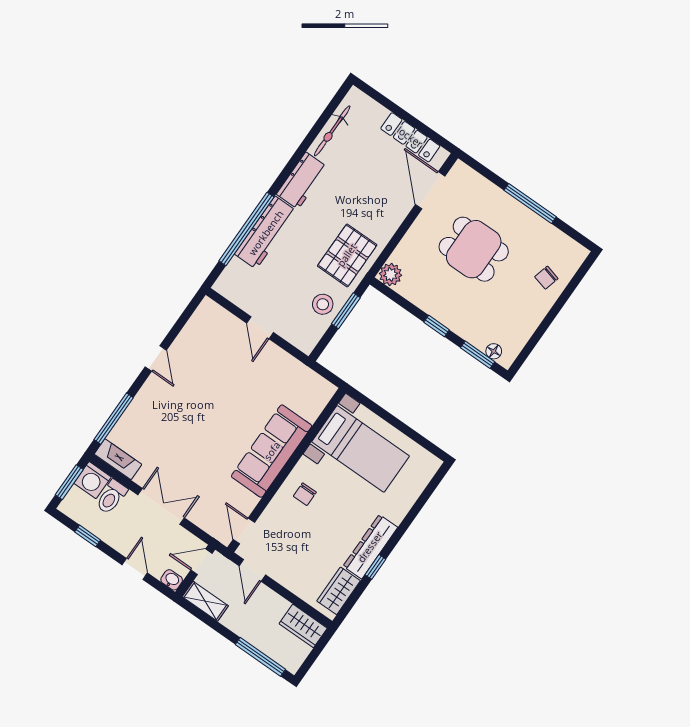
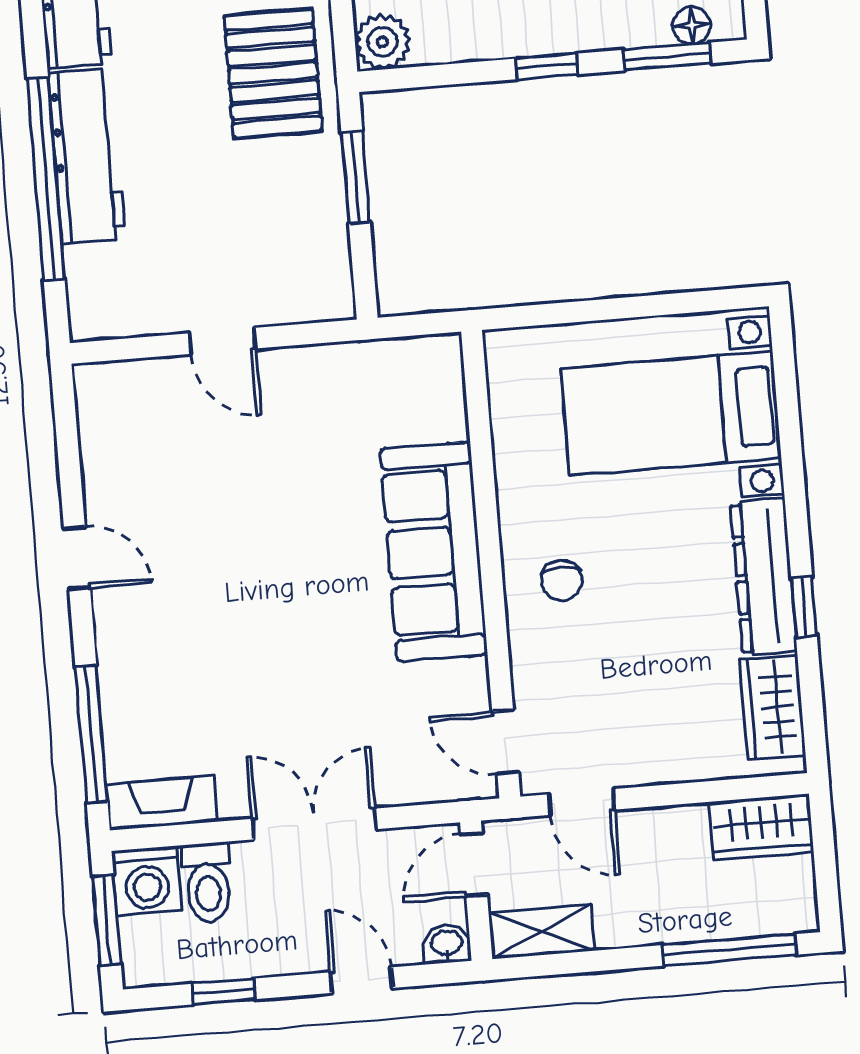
stool: (323, 304) -> (303, 201), removed
bed with nightstands: (361, 449) -> (671, 413), moved, turned 180

